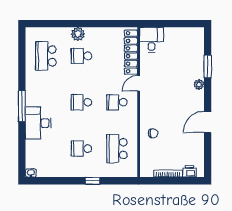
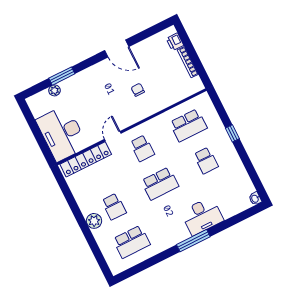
desk: (151, 40) -> (62, 133), width x1.87, depth x1.30
door: (139, 83) -> (113, 136), swing flipped
plant: (199, 85) -> (54, 90), moved
school desk: (81, 102) -> (160, 184), width x1.85
chair: (153, 133) -> (138, 90), moved

